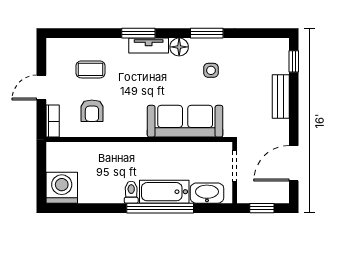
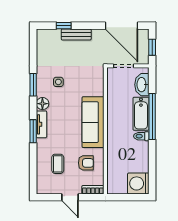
window: (294, 61) -> (64, 26), moved
sofa: (185, 121) -> (93, 122), moved
door: (294, 163) -> (122, 26), width x1.36

